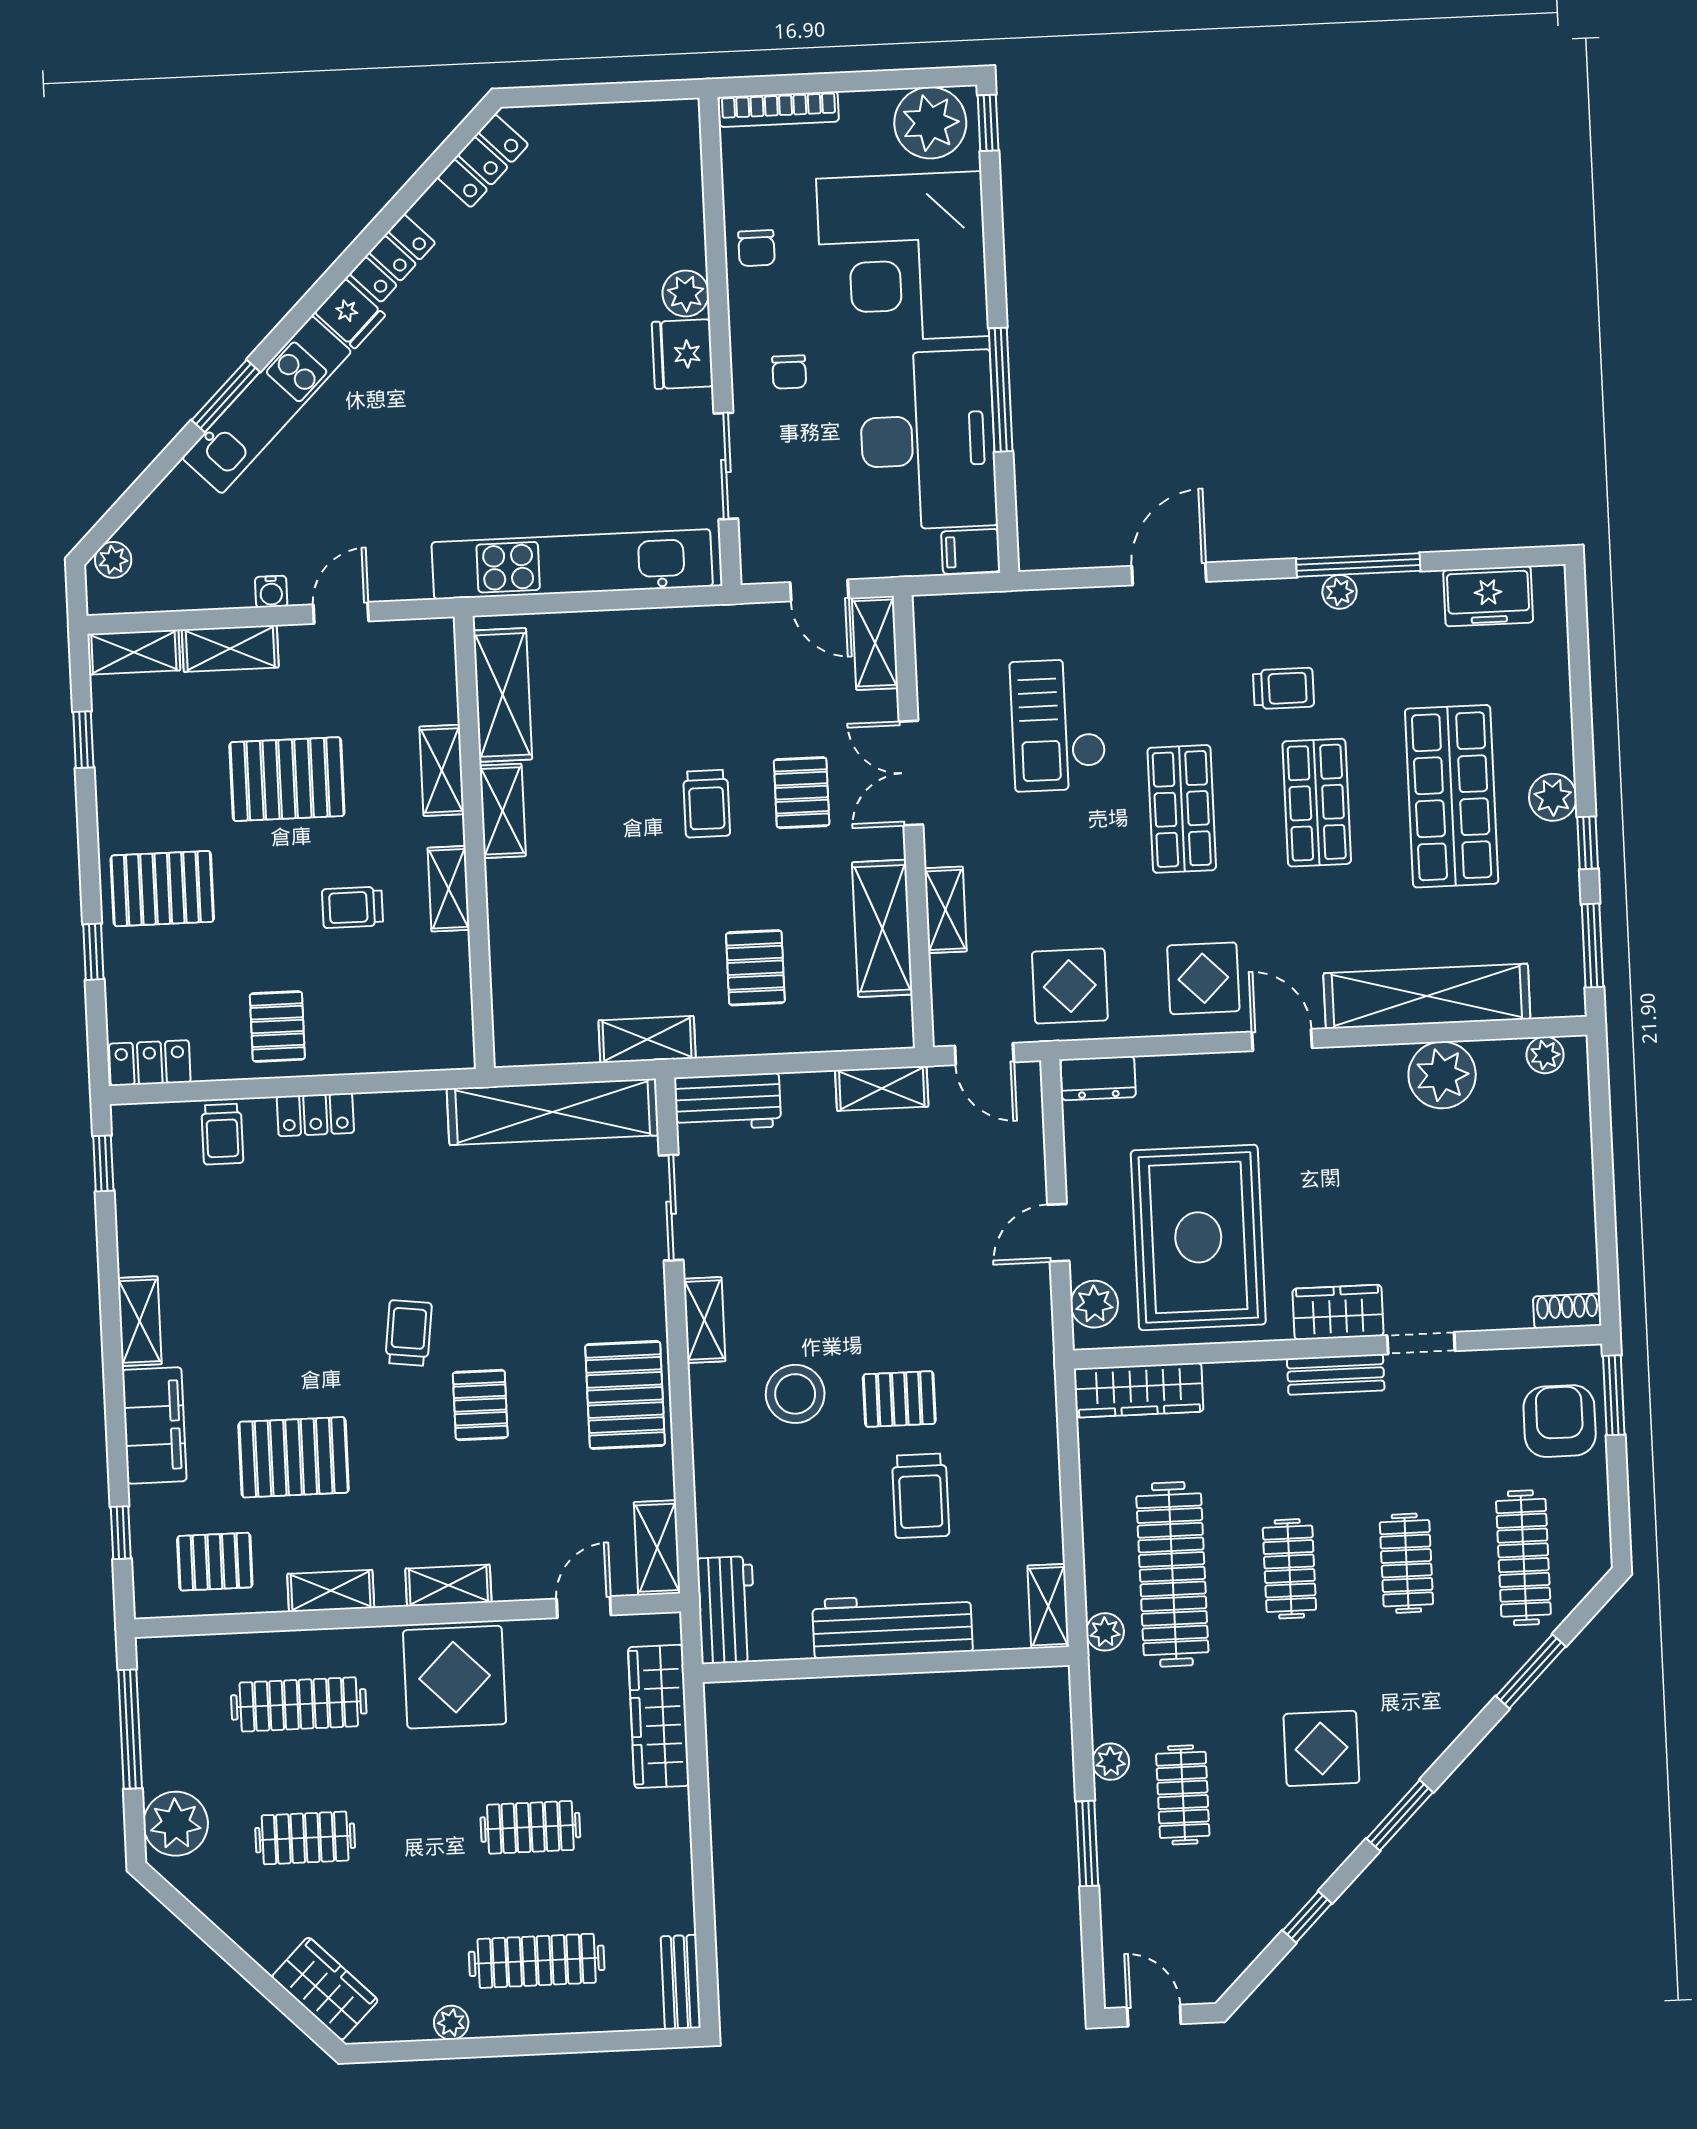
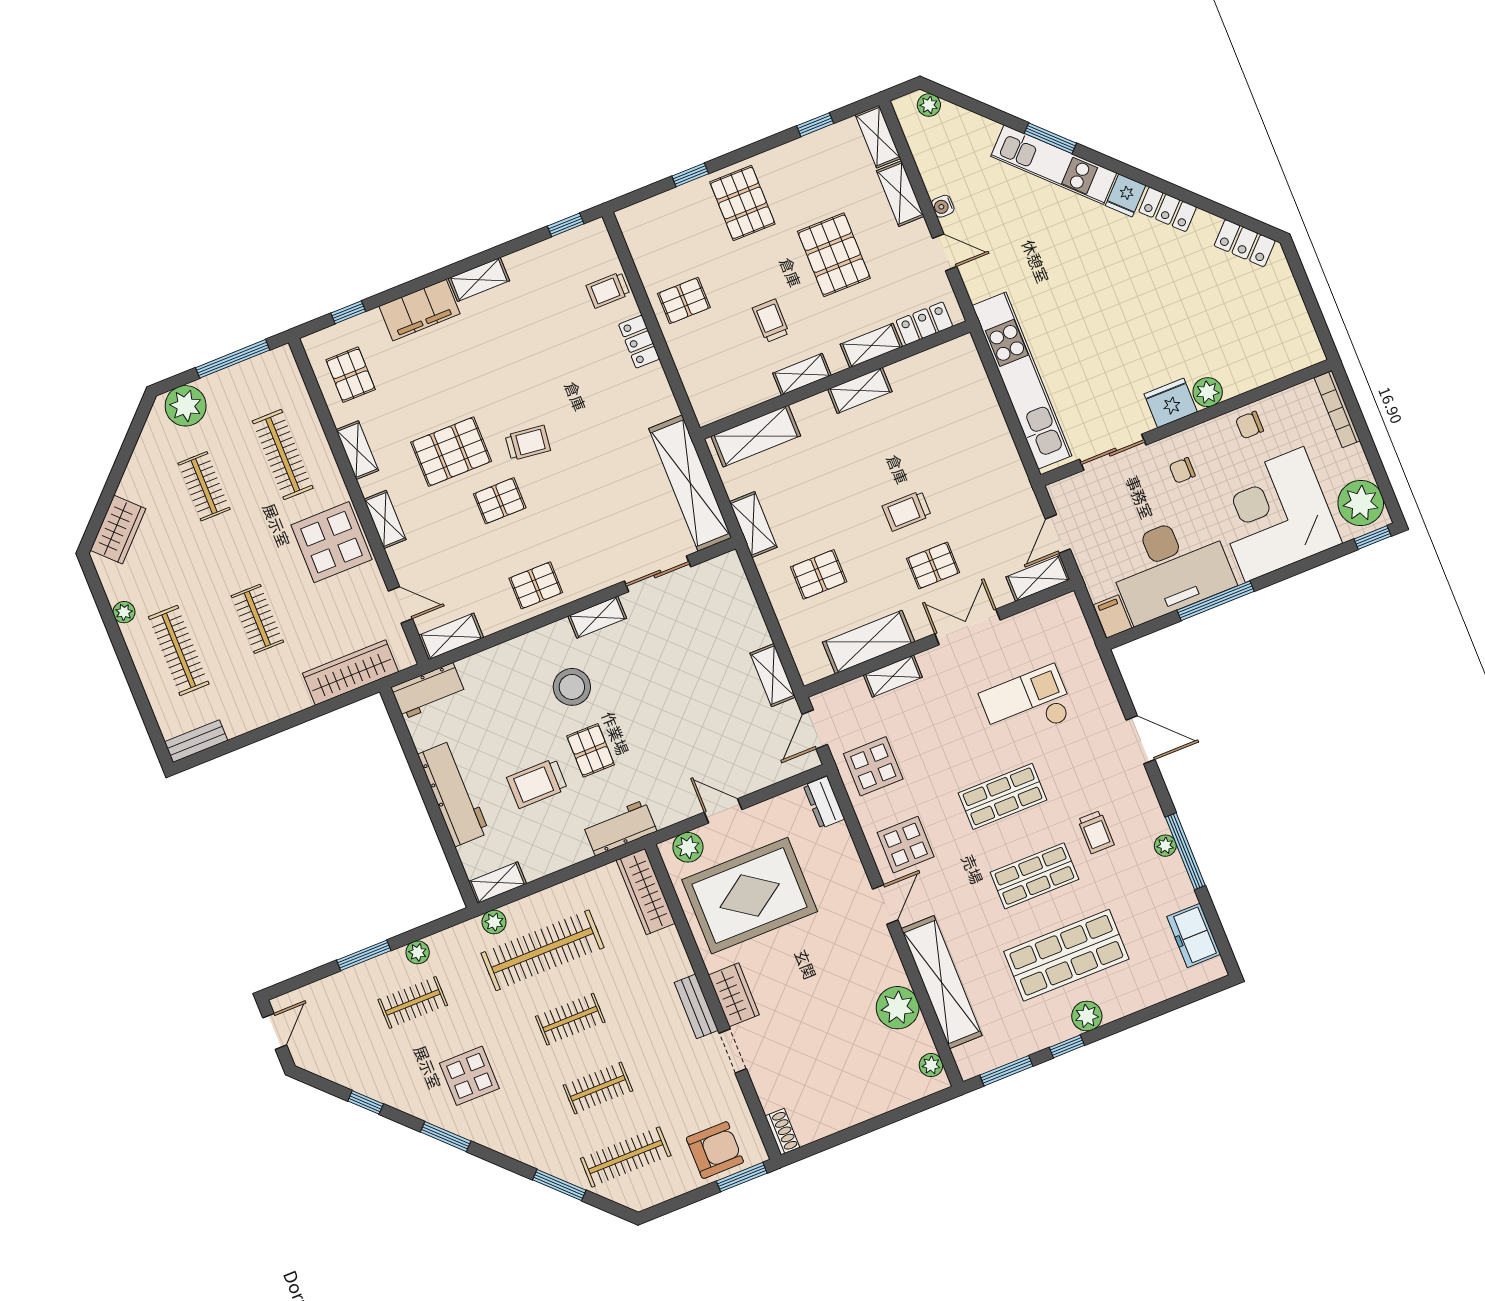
shelving: (503, 695) -> (756, 436), moved
locker: (150, 1063) -> (924, 323), moved, turned -90
workbench: (728, 1102) -> (620, 828), moved, turned 90
pallet: (625, 1395) -> (536, 585), width x0.67, depth x0.71
pallet: (294, 1457) -> (451, 452), moved, turned 90

